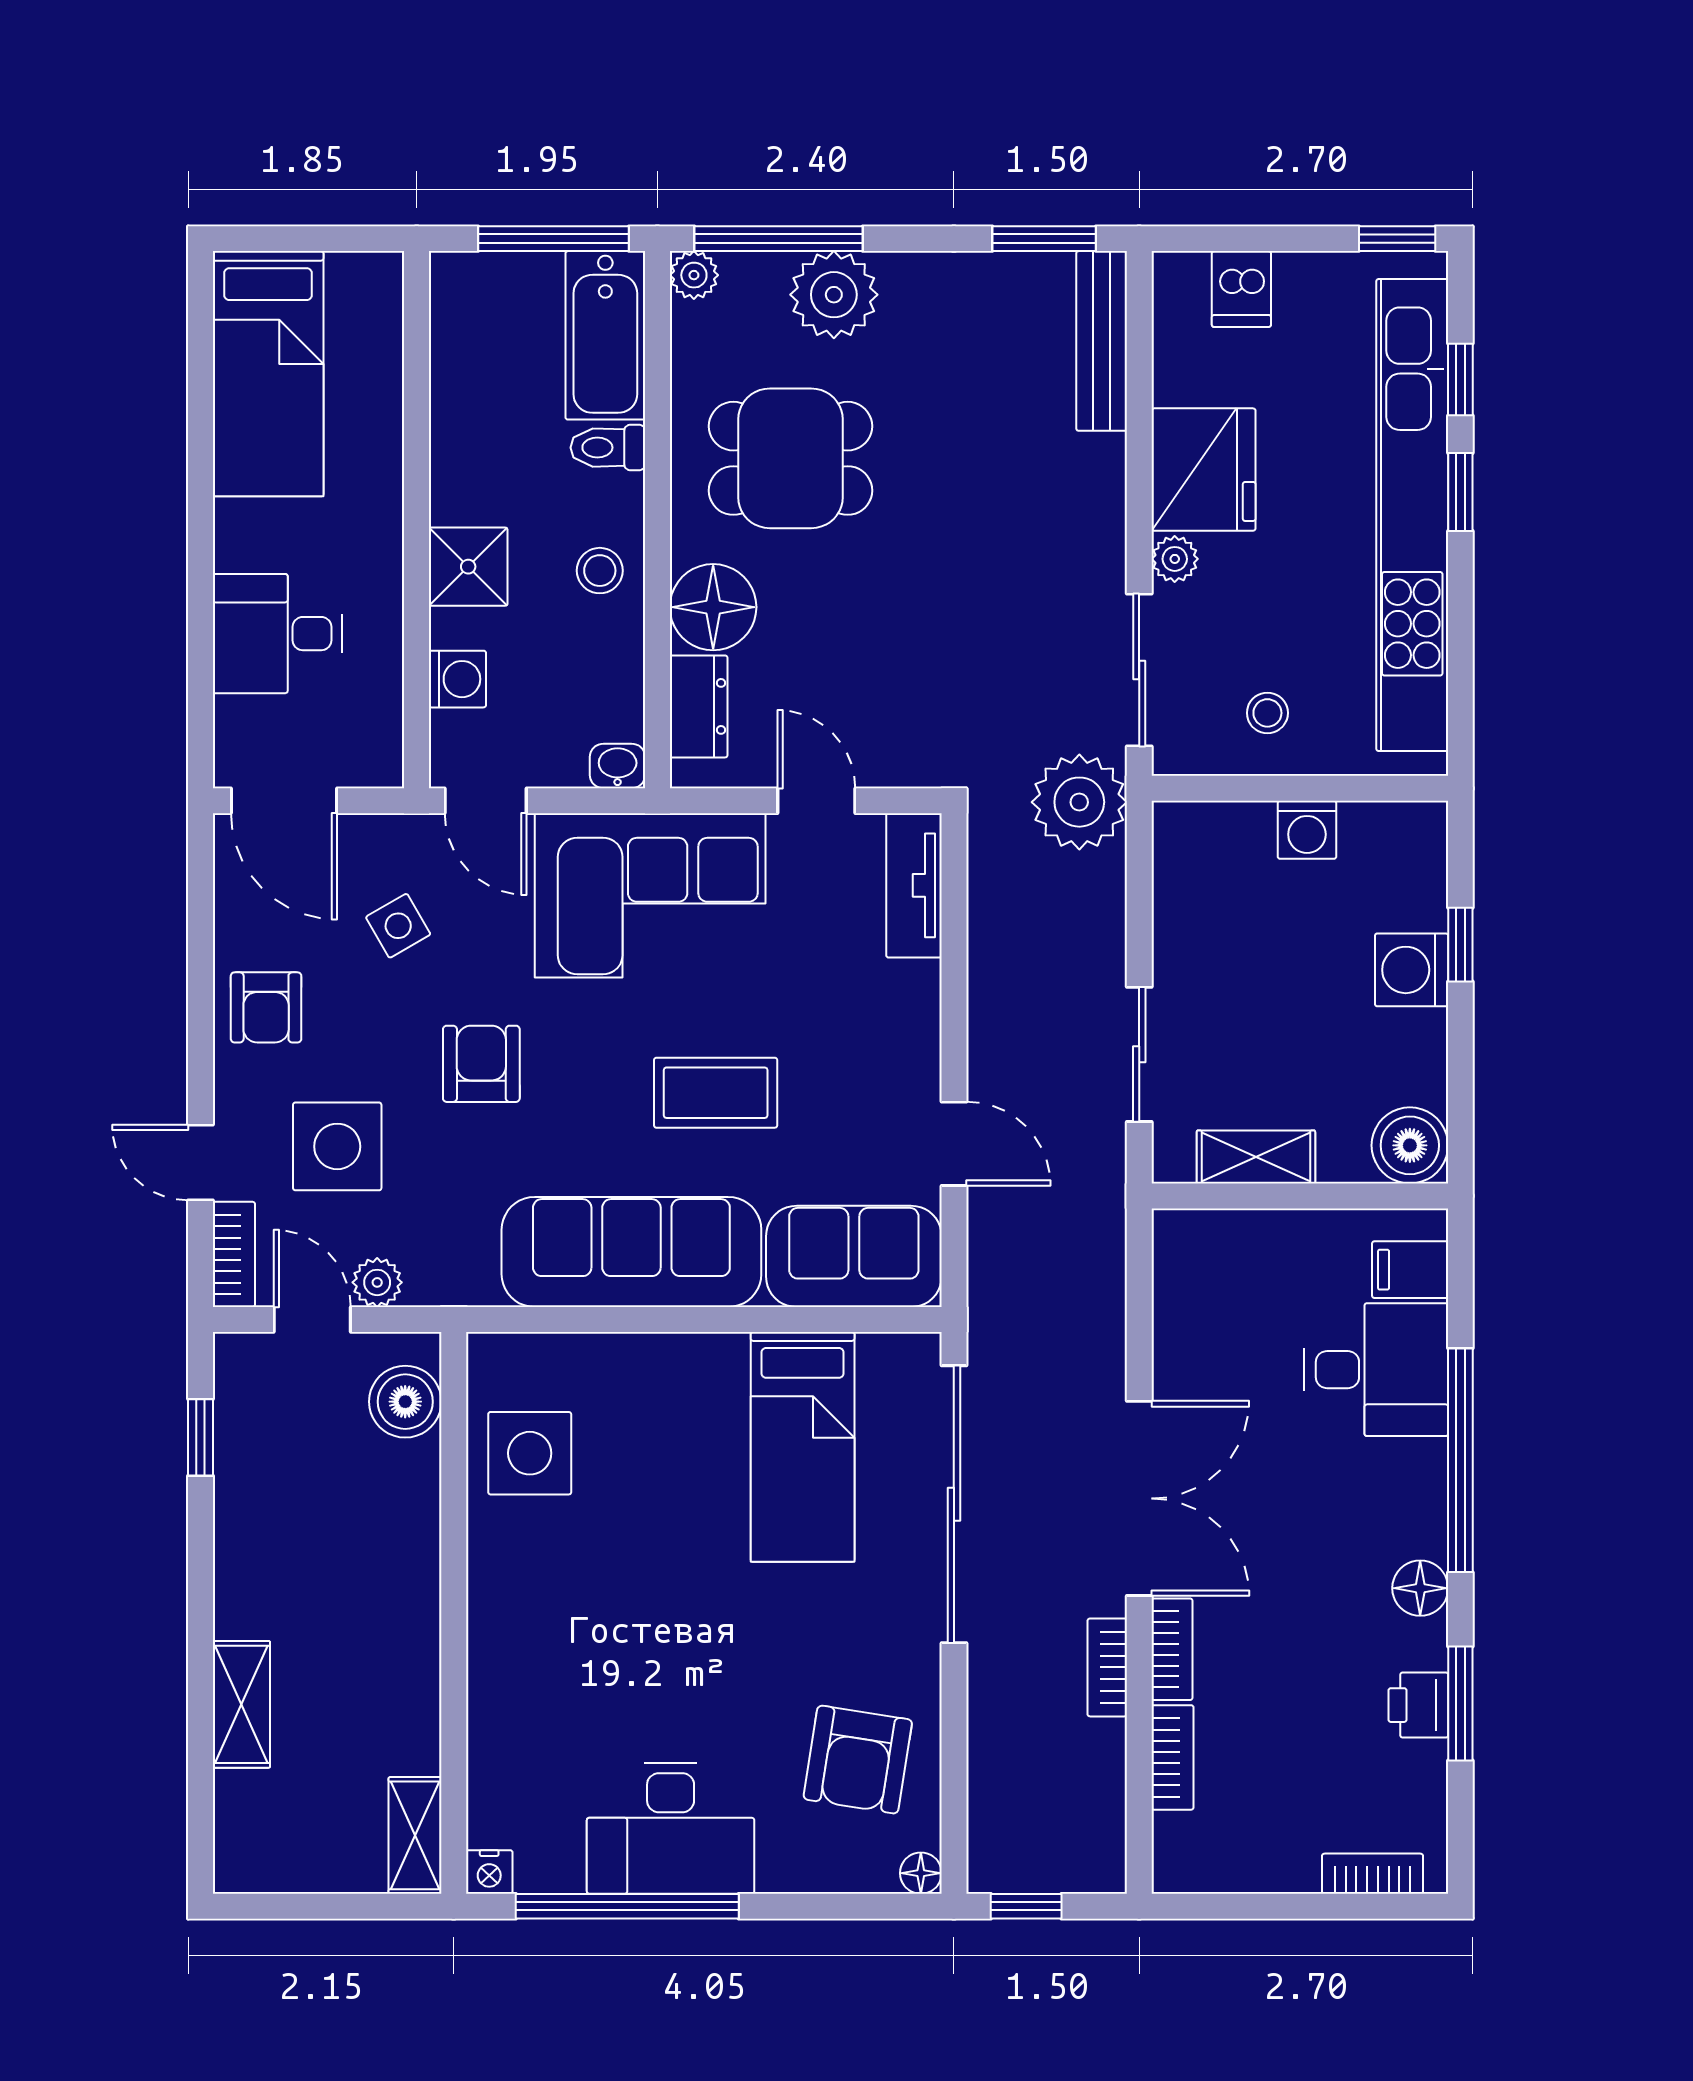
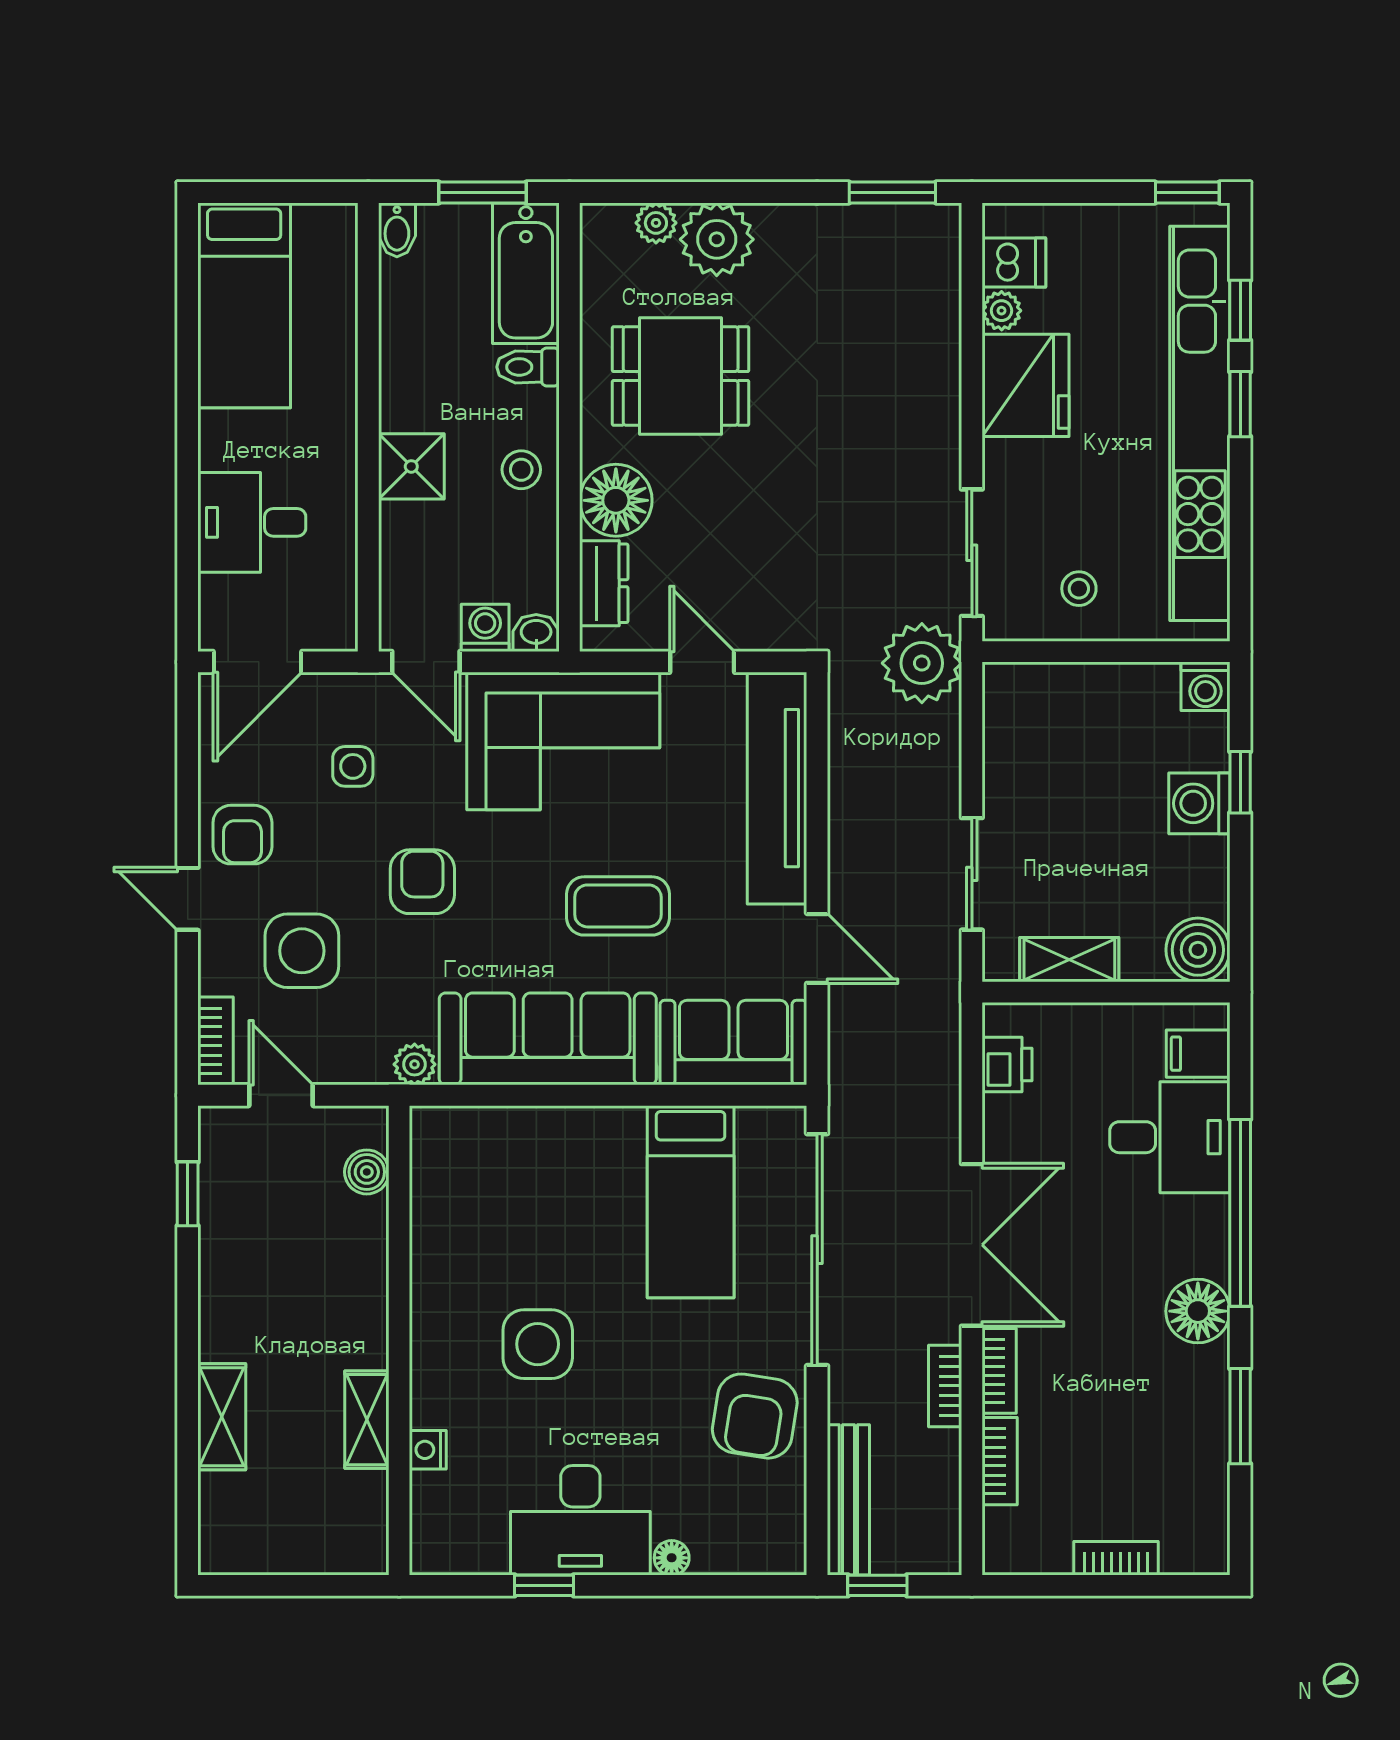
window: (553, 239) -> (483, 192), width x0.69
window: (779, 239) -> (671, 192), removed
plant: (694, 275) -> (656, 223), moved
bidet: (451, 283) -> (397, 230), added
dishwasher: (1241, 289) -> (1014, 263), moved, turned -90
bench: (1102, 341) -> (848, 1500), moved
plant: (1175, 559) -> (1002, 311), moved
washing machine: (457, 679) -> (485, 628), moved, turned -90
door: (284, 801) -> (257, 662), hinge flipped
washing machine: (1307, 830) -> (1205, 686), moved
tv unit: (914, 885) -> (777, 788), width x1.92, depth x1.29
side table: (398, 926) -> (353, 766), turned 30
door: (200, 1163) -> (188, 899), moved
plant: (377, 1282) -> (415, 1064), moved
boiler: (405, 1402) -> (367, 1172), width x0.73, depth x0.73
side table: (530, 1453) -> (538, 1344), moved
floor lamp: (1420, 1588) -> (1198, 1311), width x1.38, depth x1.38
printer: (1418, 1705) -> (1007, 1065), moved, turned 180
armchair: (858, 1760) -> (755, 1416), moved
shelving: (415, 1835) -> (367, 1420), moved
nightstand: (489, 1872) -> (428, 1450), moved, turned 90
floor lamp: (921, 1873) -> (672, 1558), moved
bookcase: (1372, 1874) -> (1116, 1558), moved
window: (627, 1906) -> (544, 1585), width x0.32

